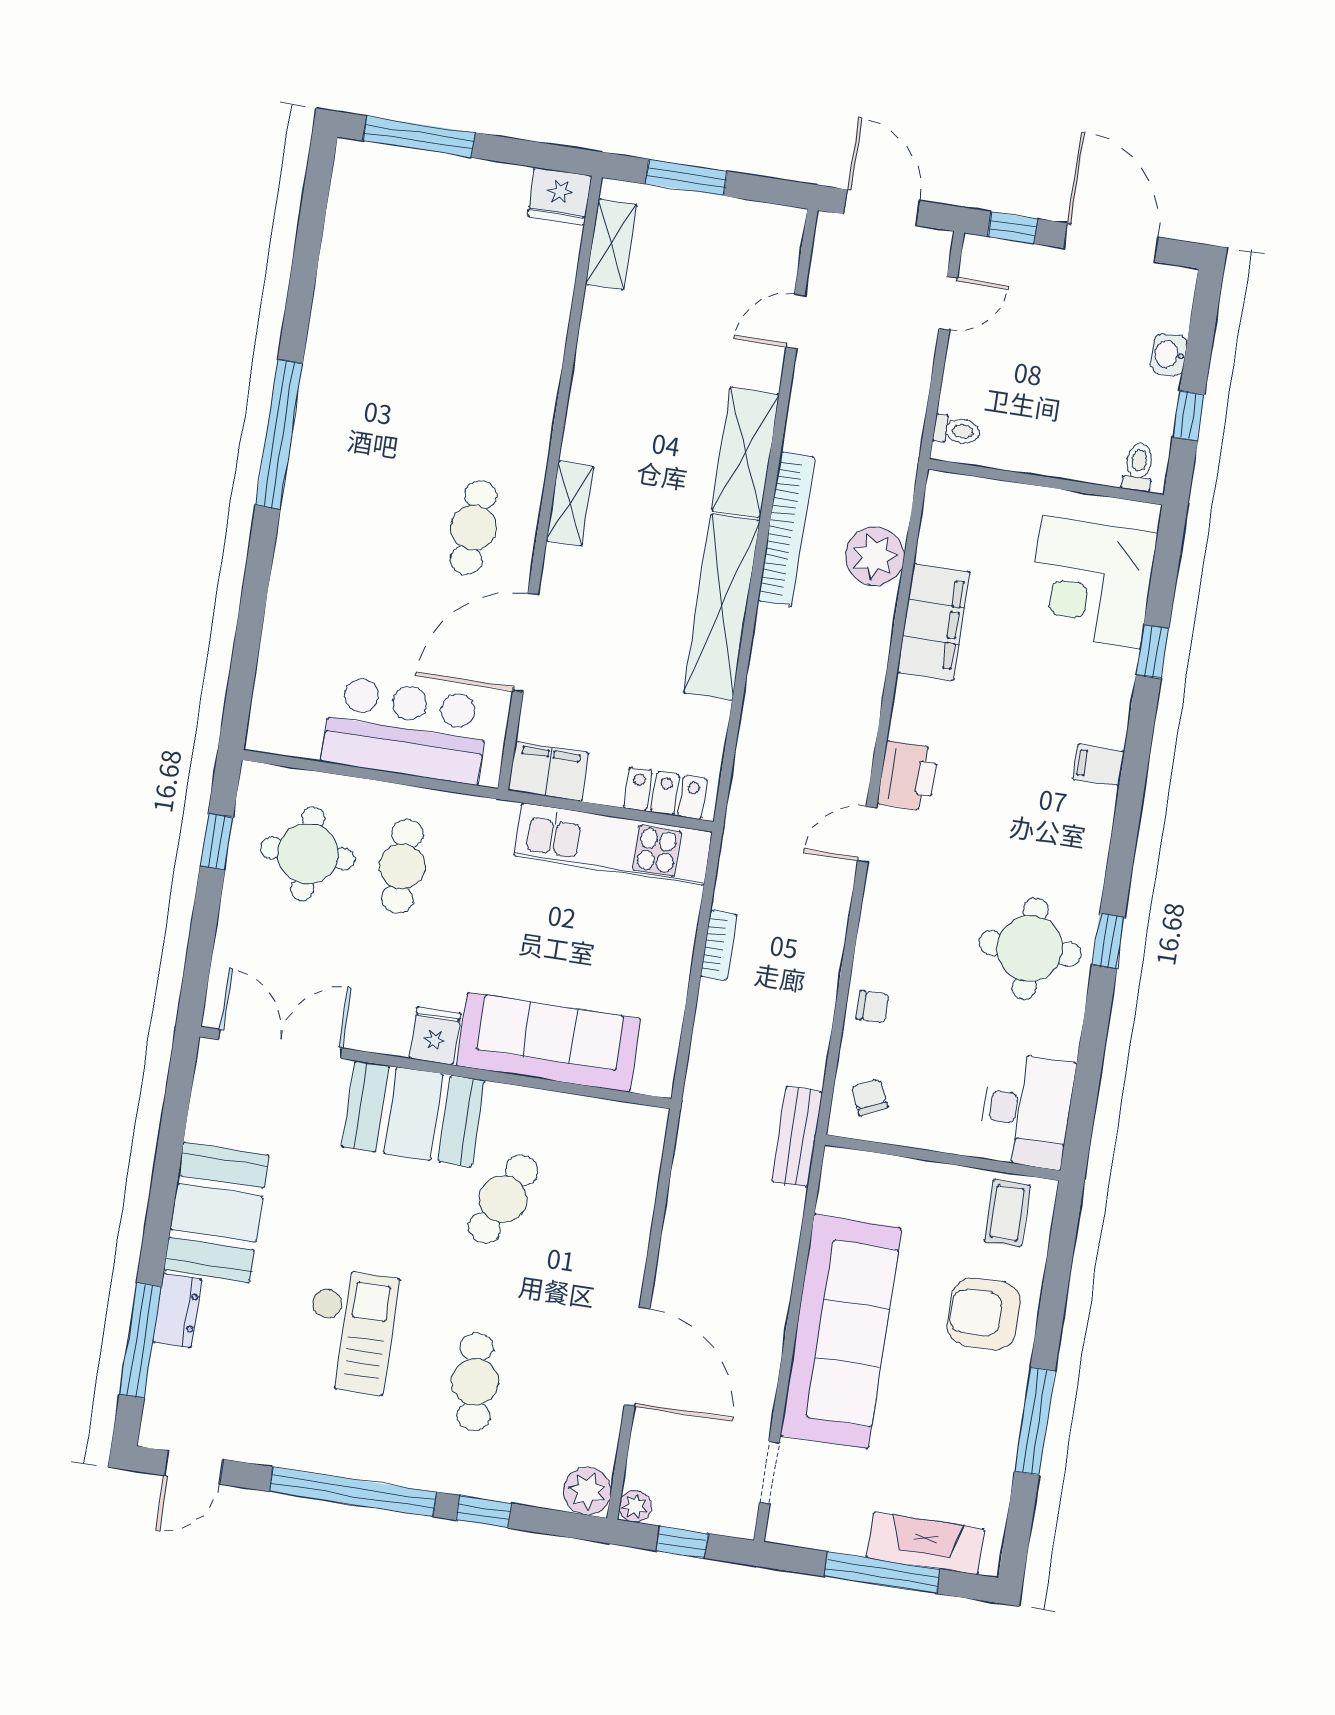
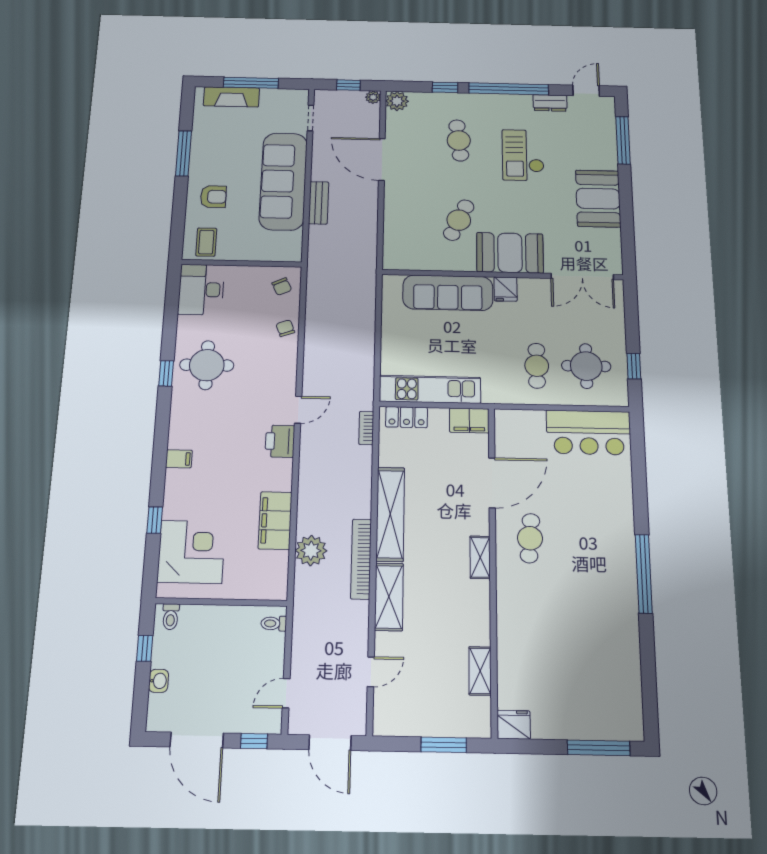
shelving: (611, 244) -> (480, 671), moved
bar counter: (406, 730) -> (589, 432), moved
bookcase: (719, 945) -> (366, 428), moved
chair: (872, 1007) -> (285, 328), turned 70
bench: (797, 1137) -> (319, 203), moved
dresser: (177, 1311) -> (550, 103), moved, turned -90
armchair: (984, 1314) -> (213, 197), width x0.72, depth x0.72

